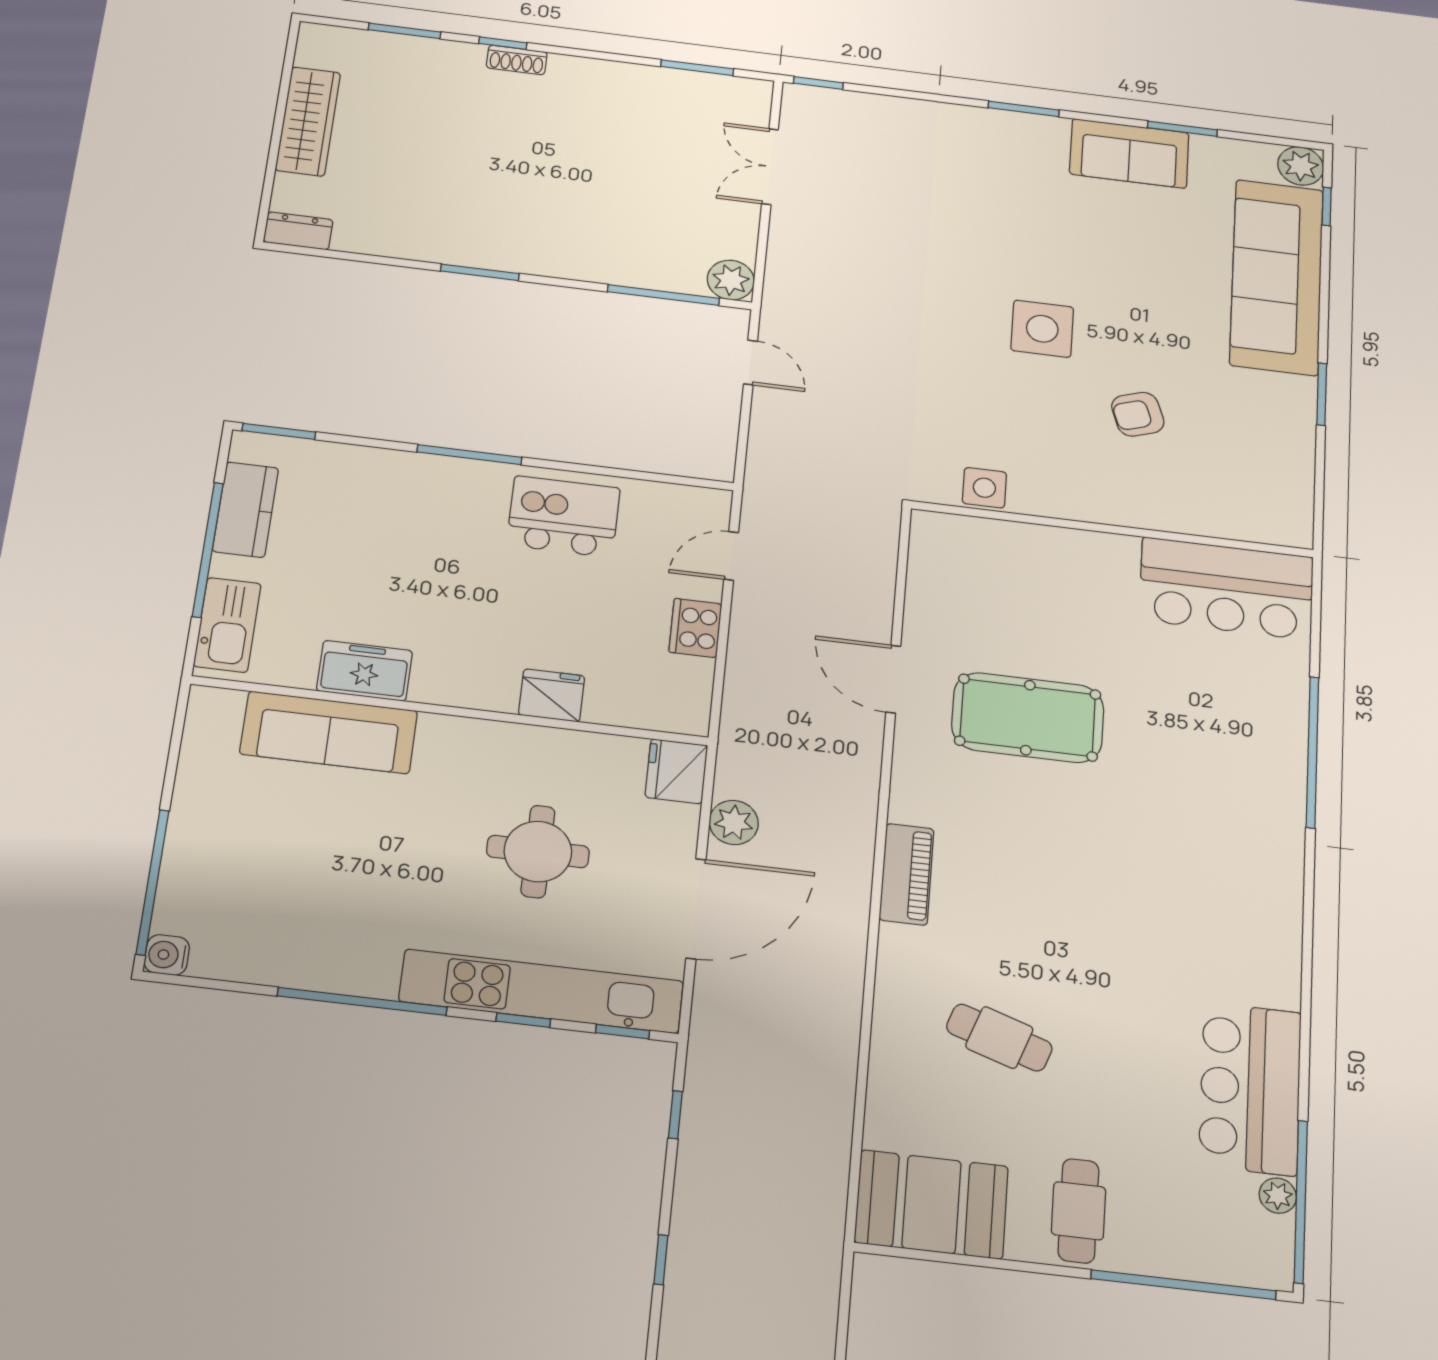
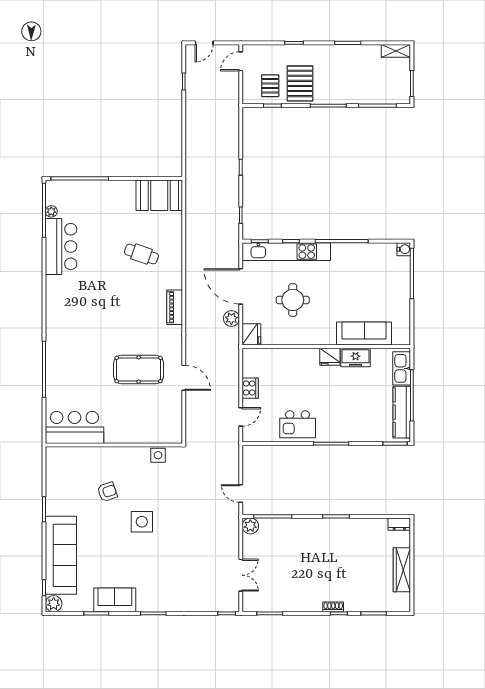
kitchen counter: (245, 510) -> (402, 412), width x1.50
fridge: (552, 695) -> (330, 357), moved
door: (696, 909) -> (241, 286), hinge flipped
cafe table: (1079, 1211) -> (113, 199), removed

